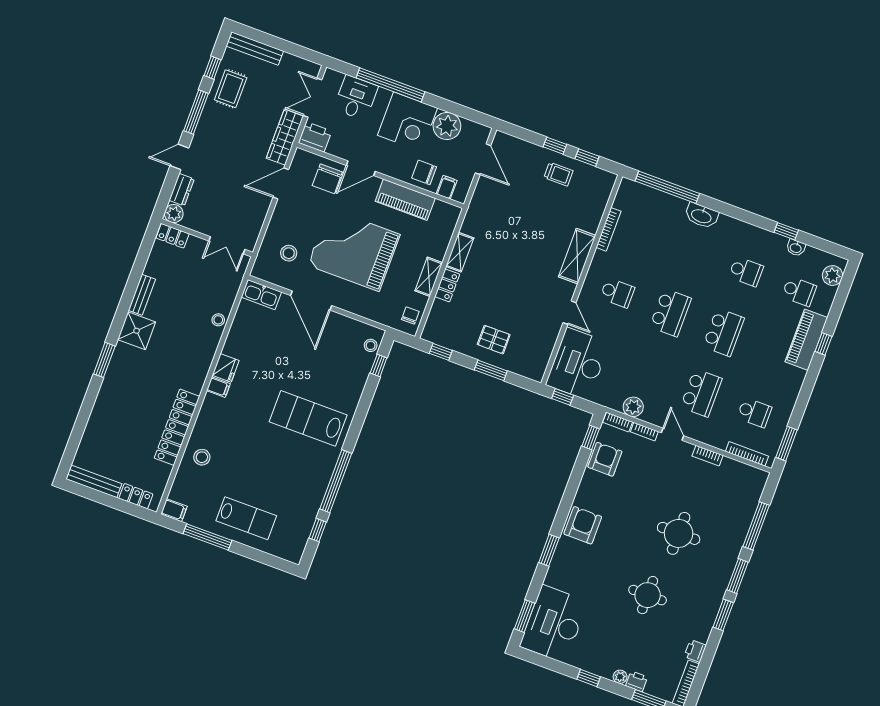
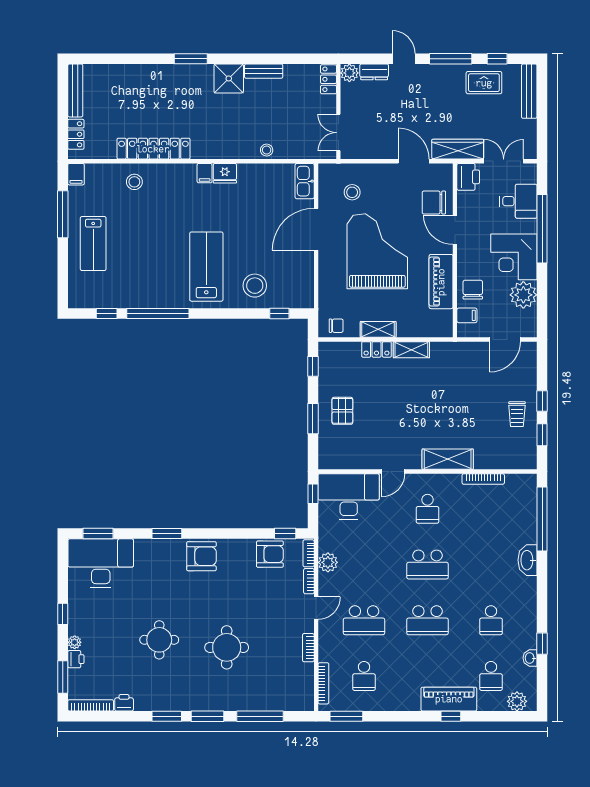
stool: (371, 345) -> (255, 286), moved, width x1.89, depth x1.89

